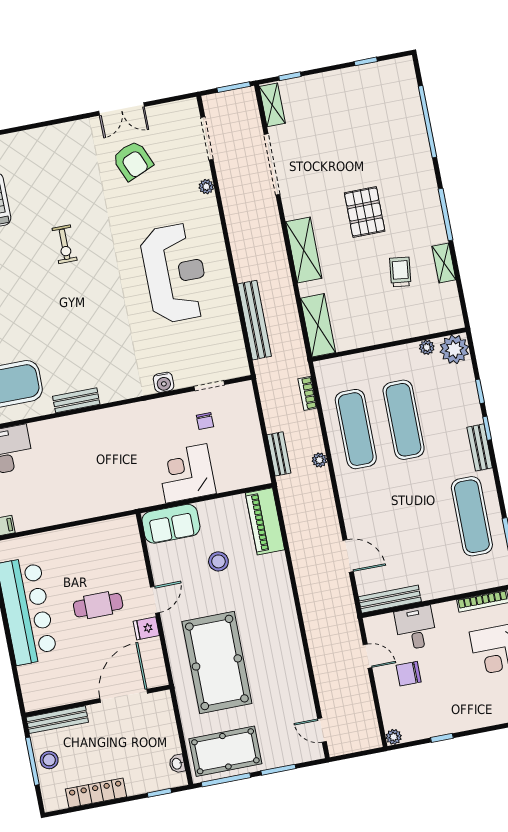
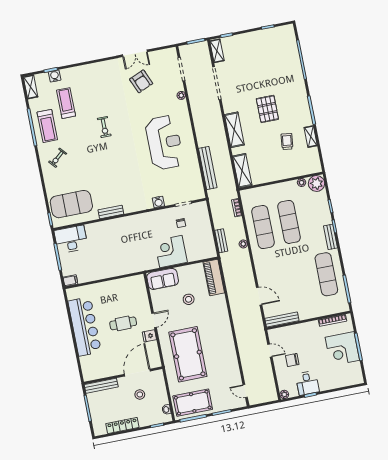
desk: (416, 628) -> (307, 383), moved, turned 180
stool: (49, 760) -> (140, 394), moved

